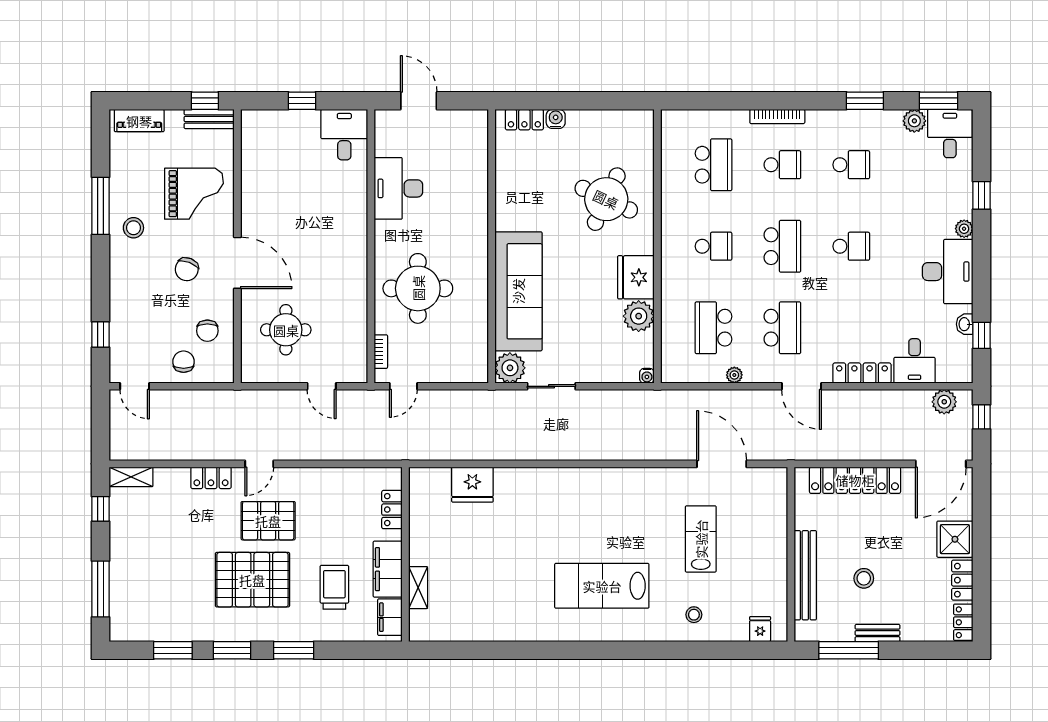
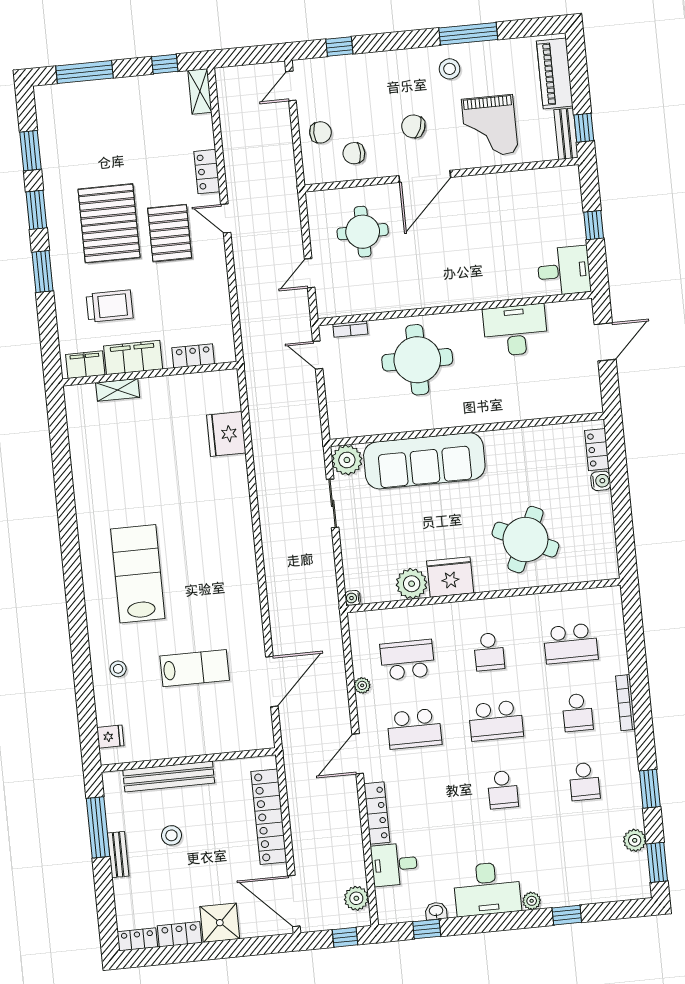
piano: (139, 121) -> (555, 73), width x1.37, depth x1.33
desk: (950, 134) -> (625, 877), removed

